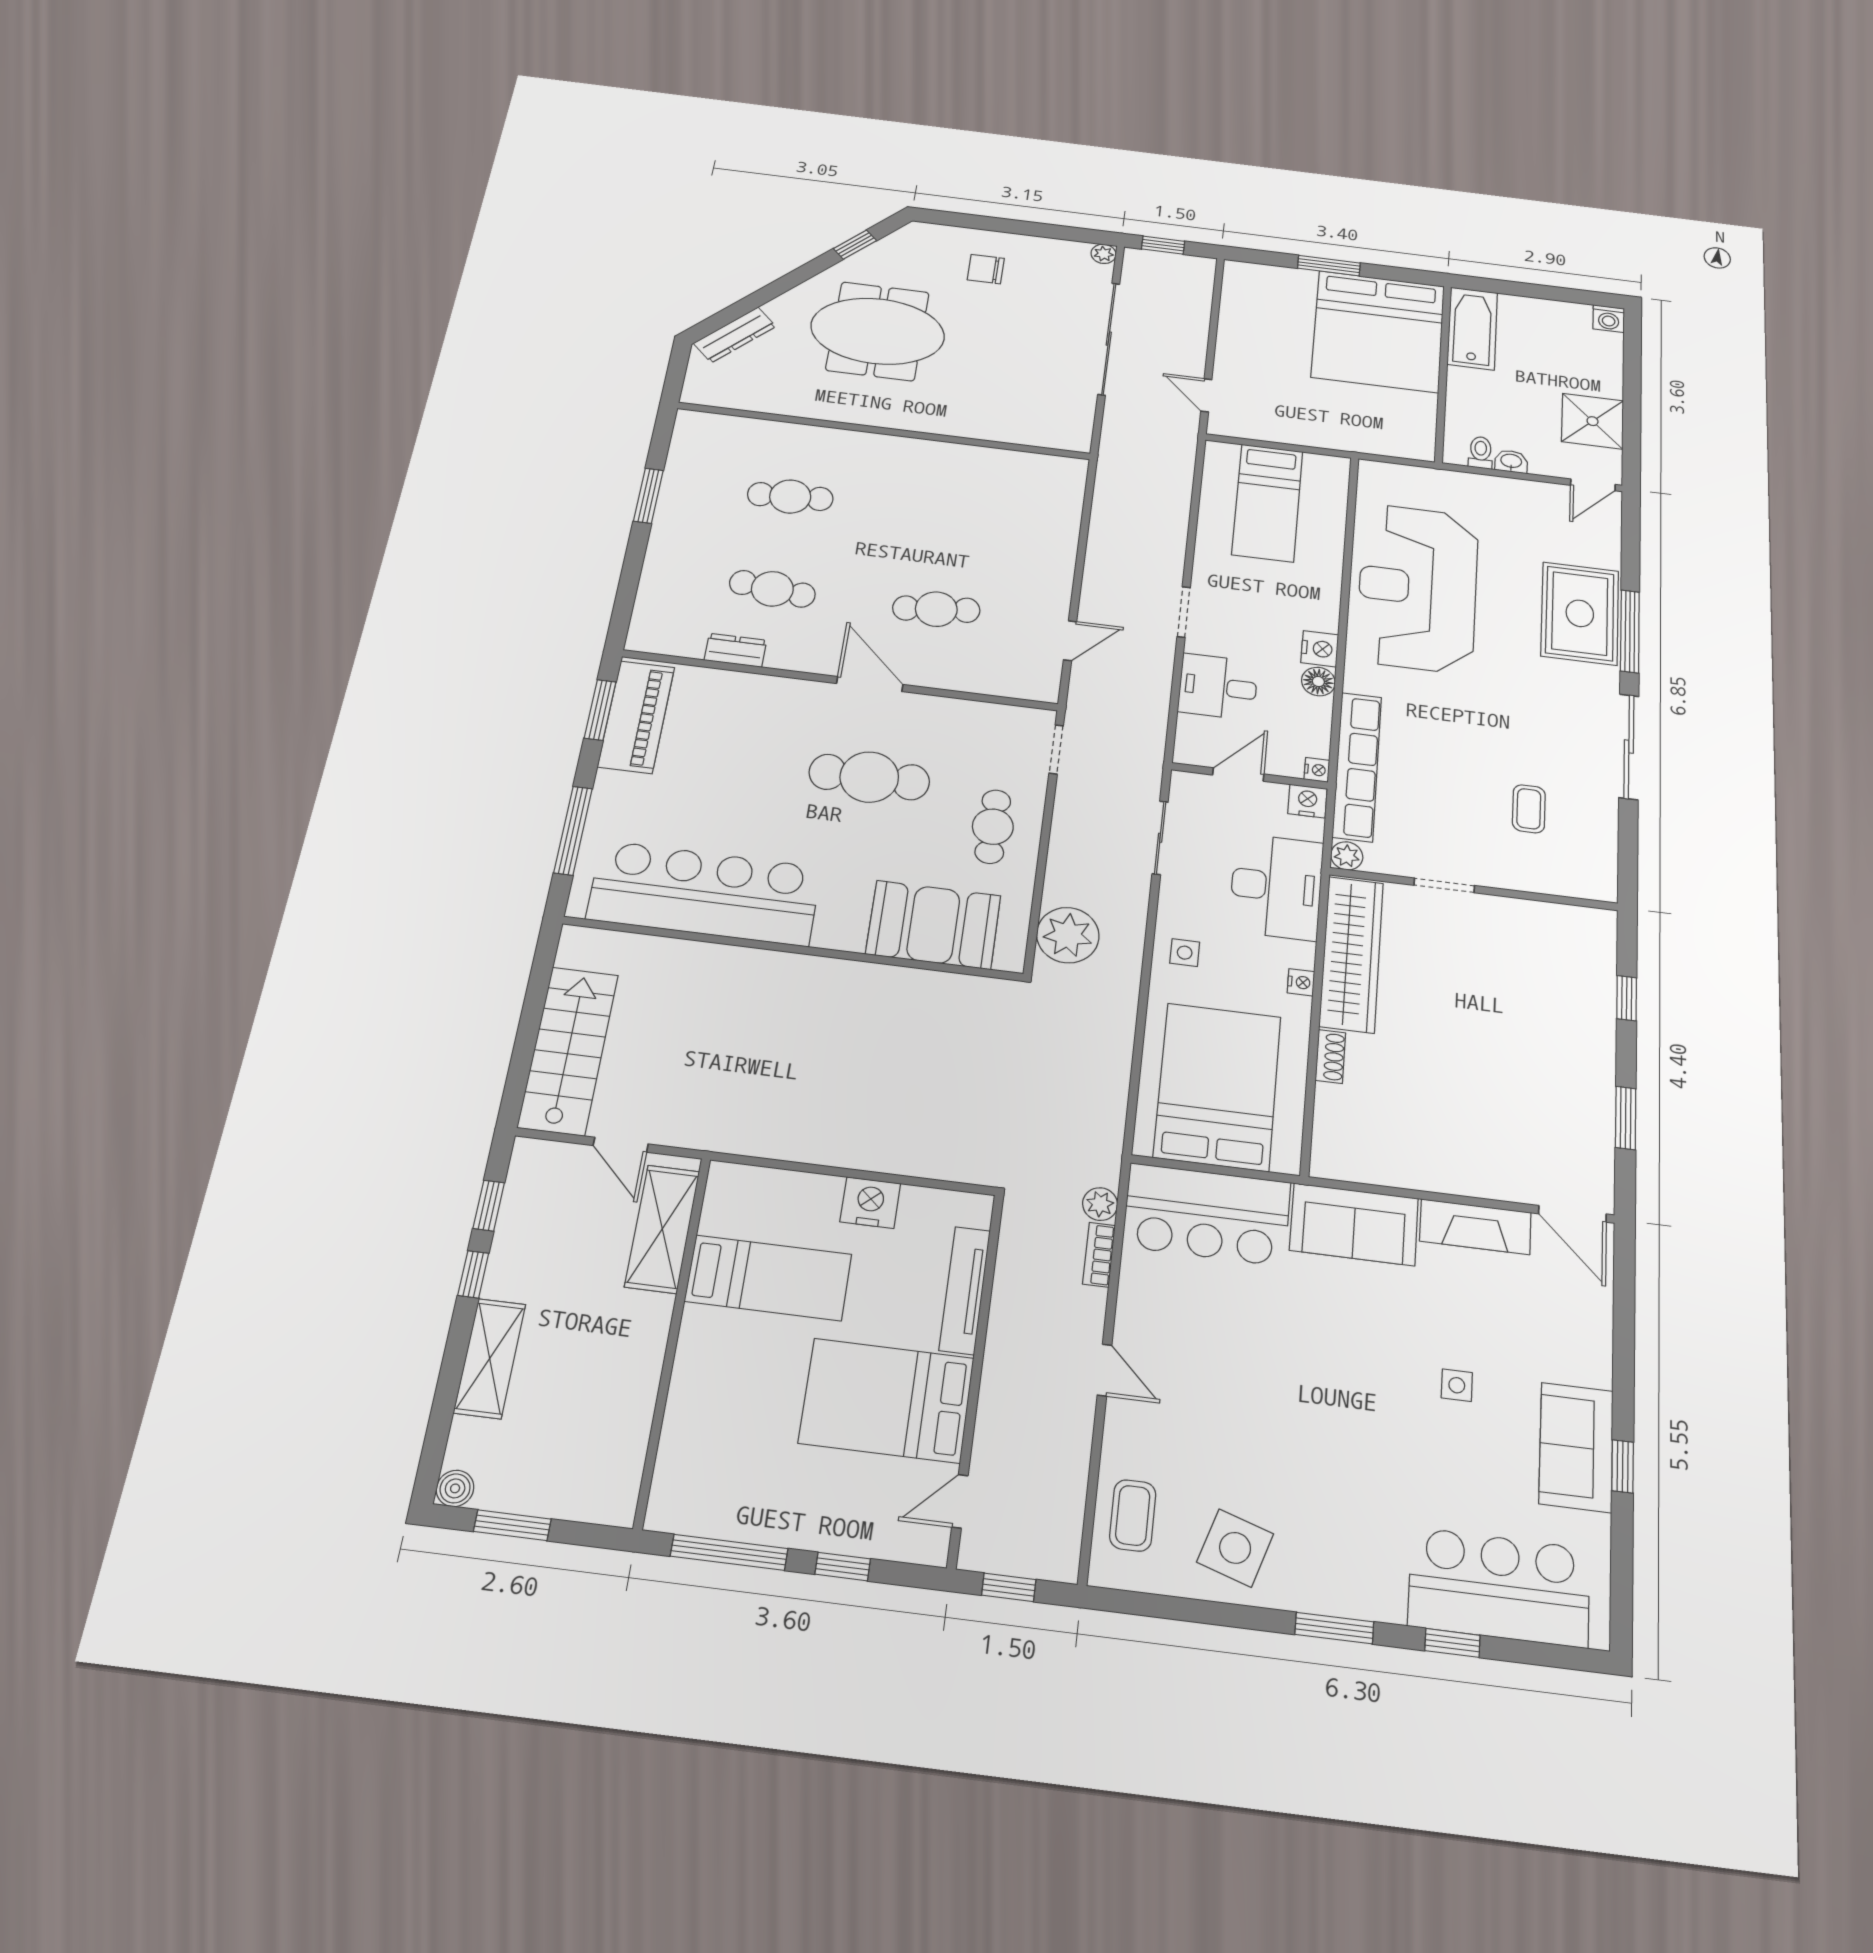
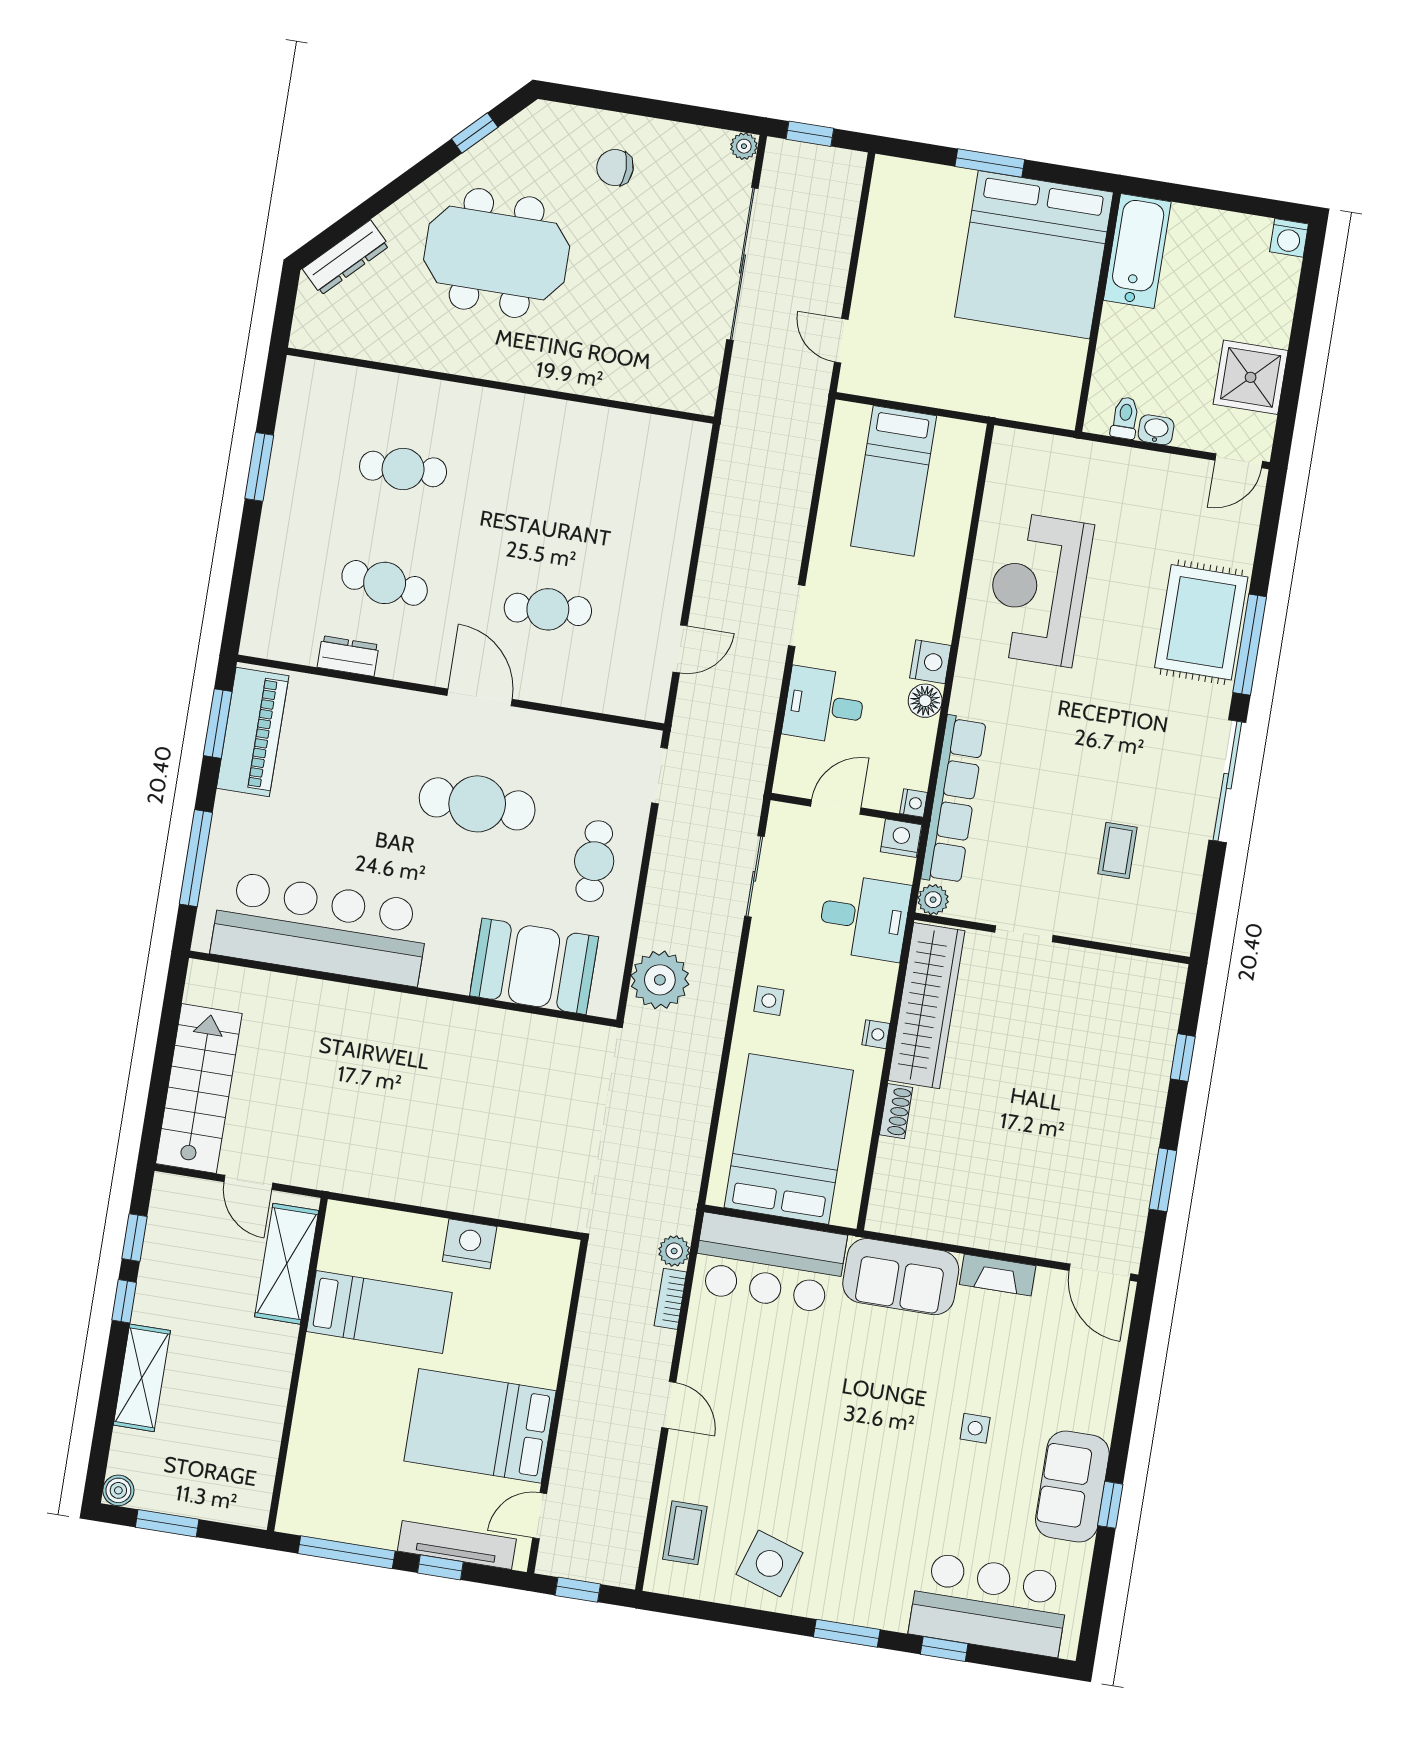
reception desk: (1418, 588) -> (1038, 589), width x0.74, depth x0.77
desk: (1276, 887) -> (864, 917), width x0.73
fireplace: (1475, 1227) -> (998, 1275), width x0.73, depth x0.76
tv unit: (965, 1290) -> (457, 1545), moved, turned 90

